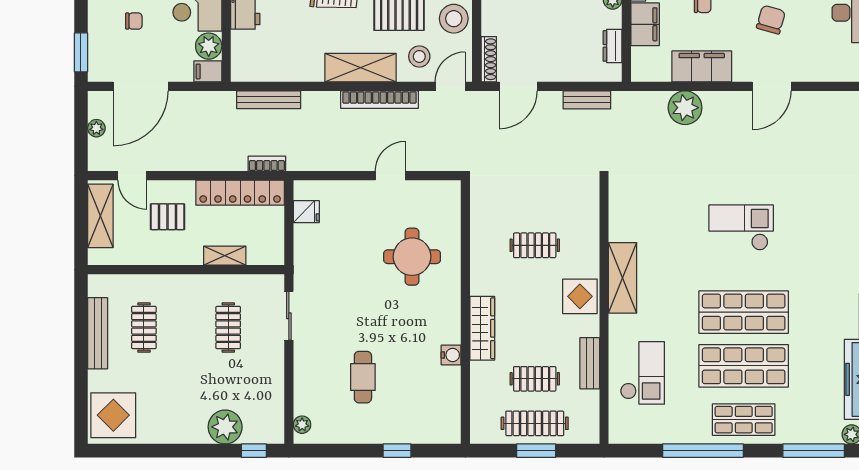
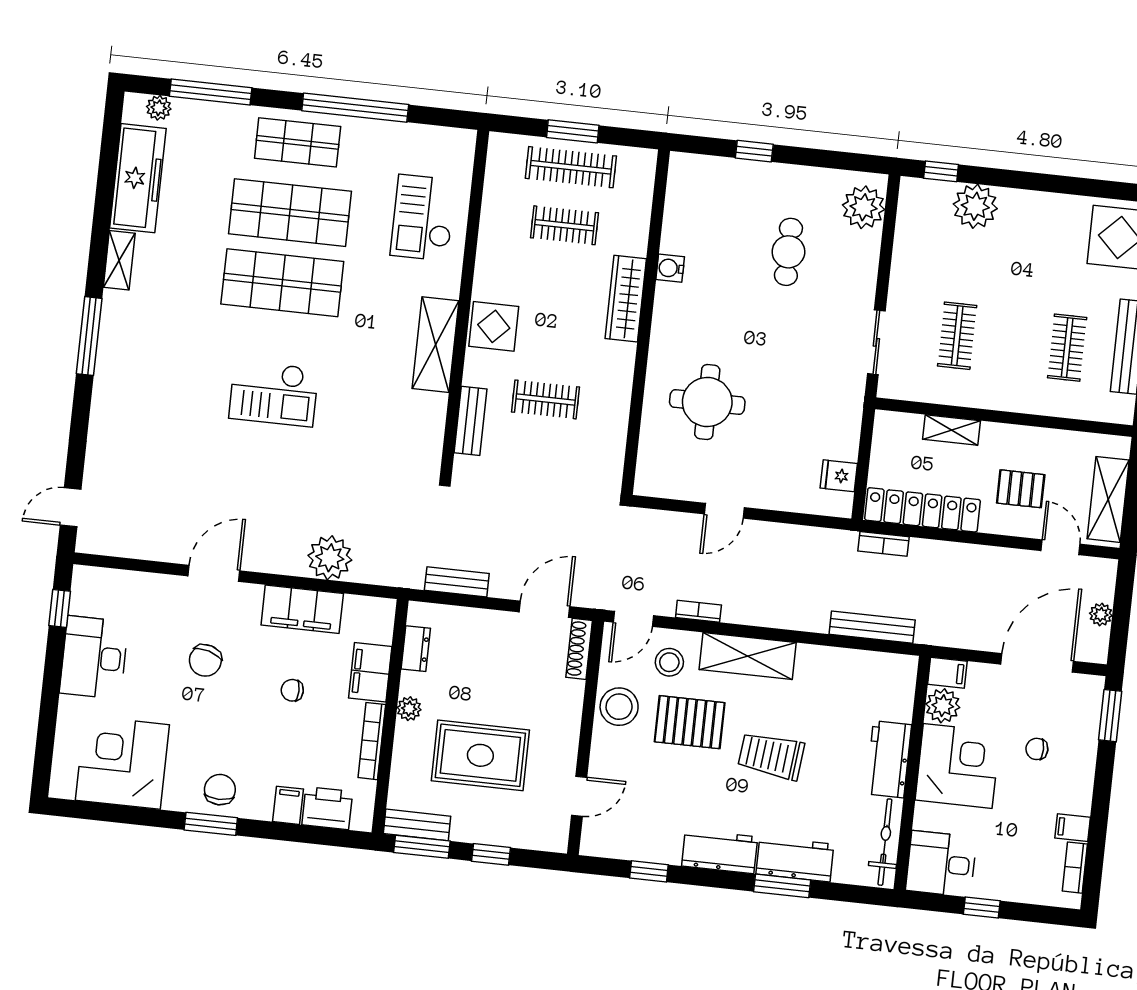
bookcase: (379, 100) -> (698, 611), width x0.43, depth x0.76
bench: (590, 363) -> (471, 421), moved
plant: (302, 425) -> (864, 207), width x1.88, depth x1.88

